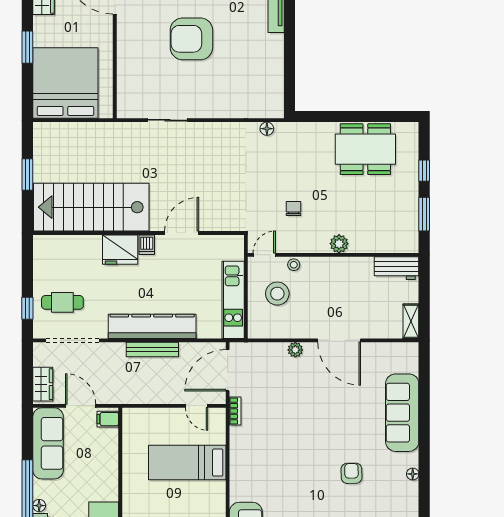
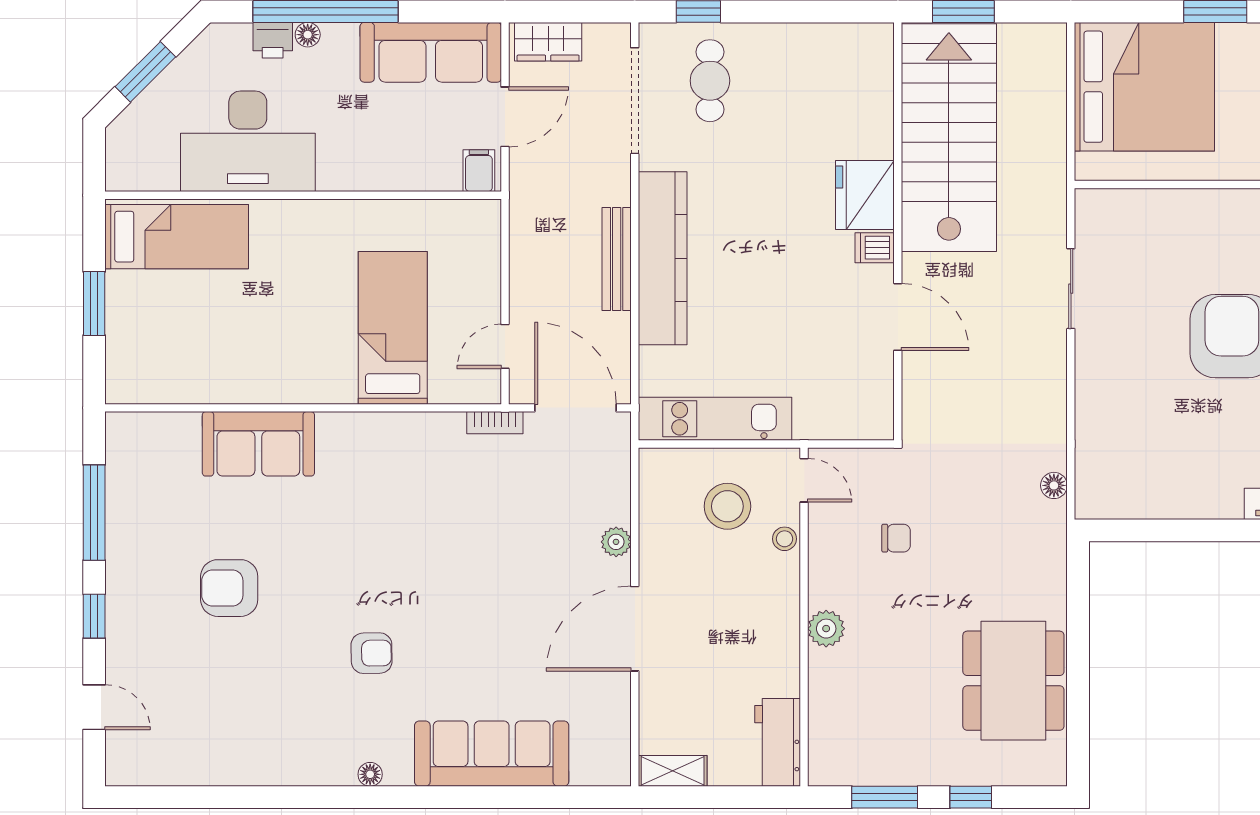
stairs: (91, 207) -> (949, 138), moved
wall: (138, 233) -> (898, 231), moved
door: (182, 233) -> (898, 317), moved
dishwasher: (147, 245) -> (875, 248), moved
fridge: (120, 250) -> (865, 195), moved

